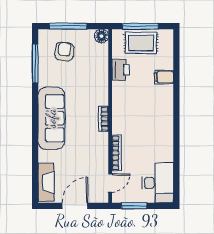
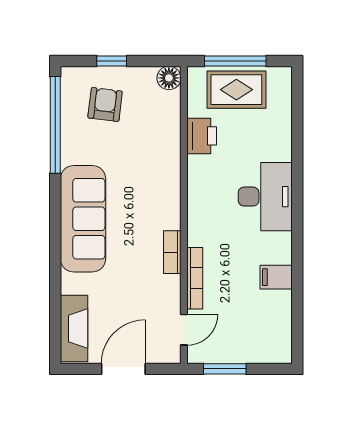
window: (68, 26) -> (112, 61), width x0.46
window: (35, 63) -> (55, 125), width x1.46
filing cabinet: (164, 77) -> (276, 277), moved
bookcase: (103, 119) -> (172, 252), moved
desk: (158, 183) -> (265, 197), moved

